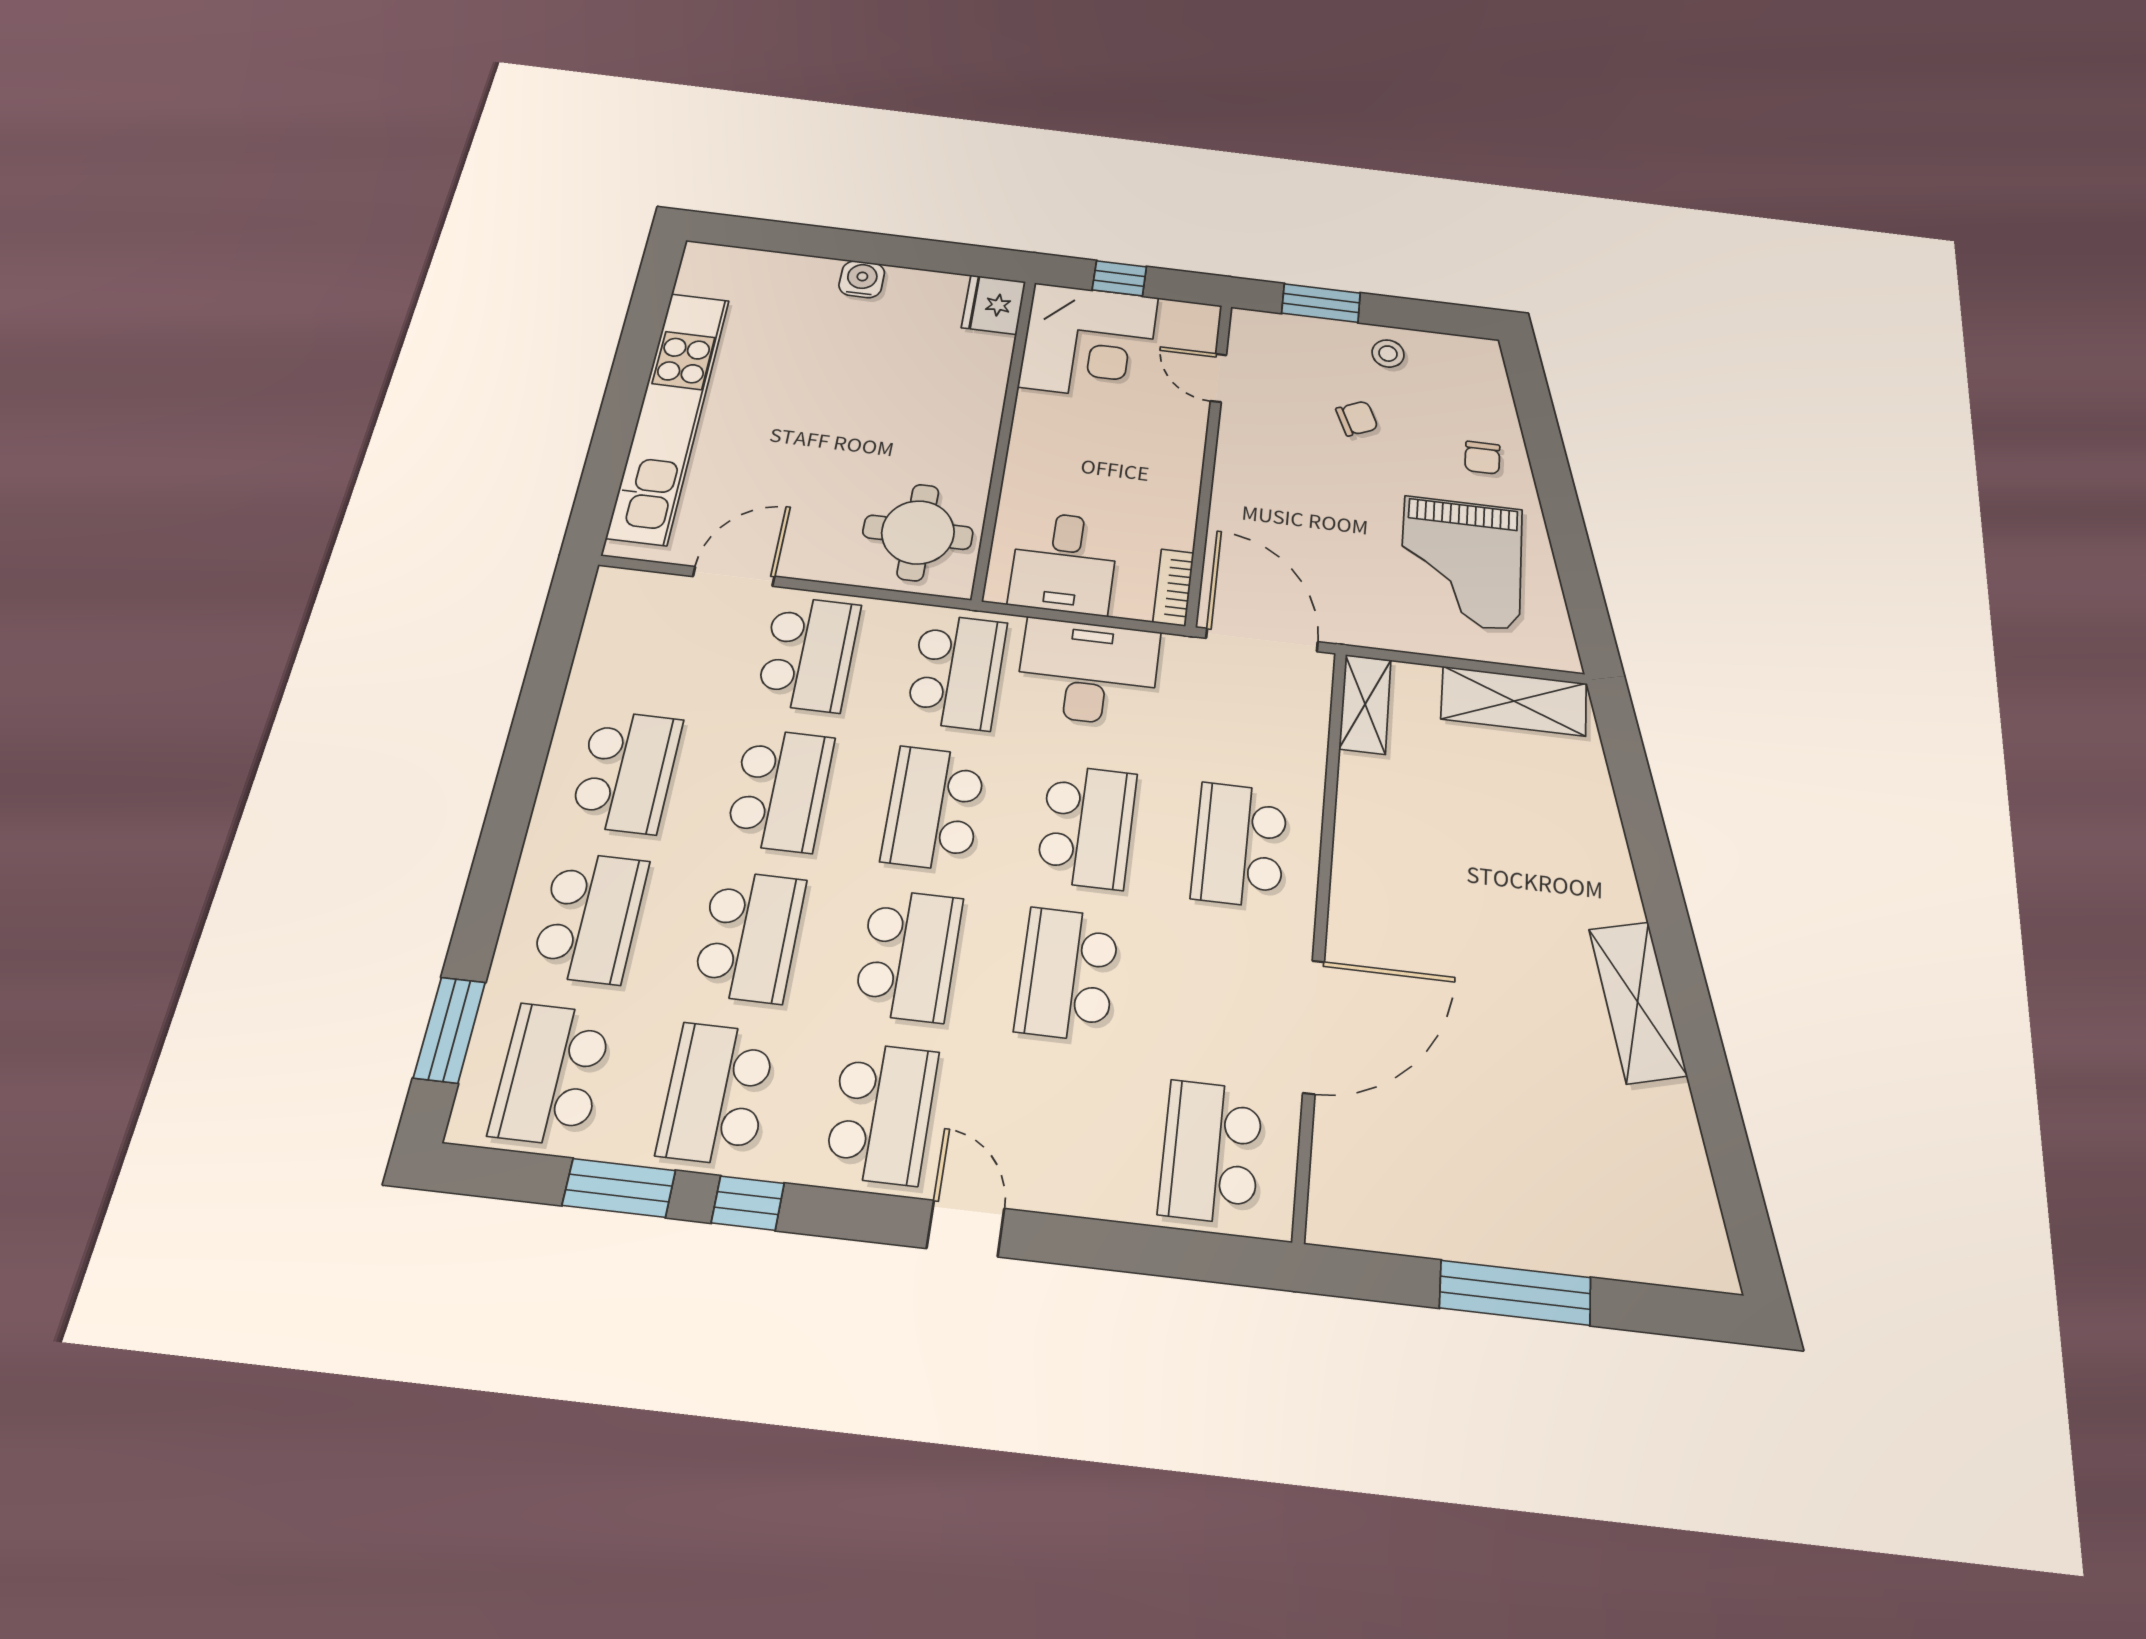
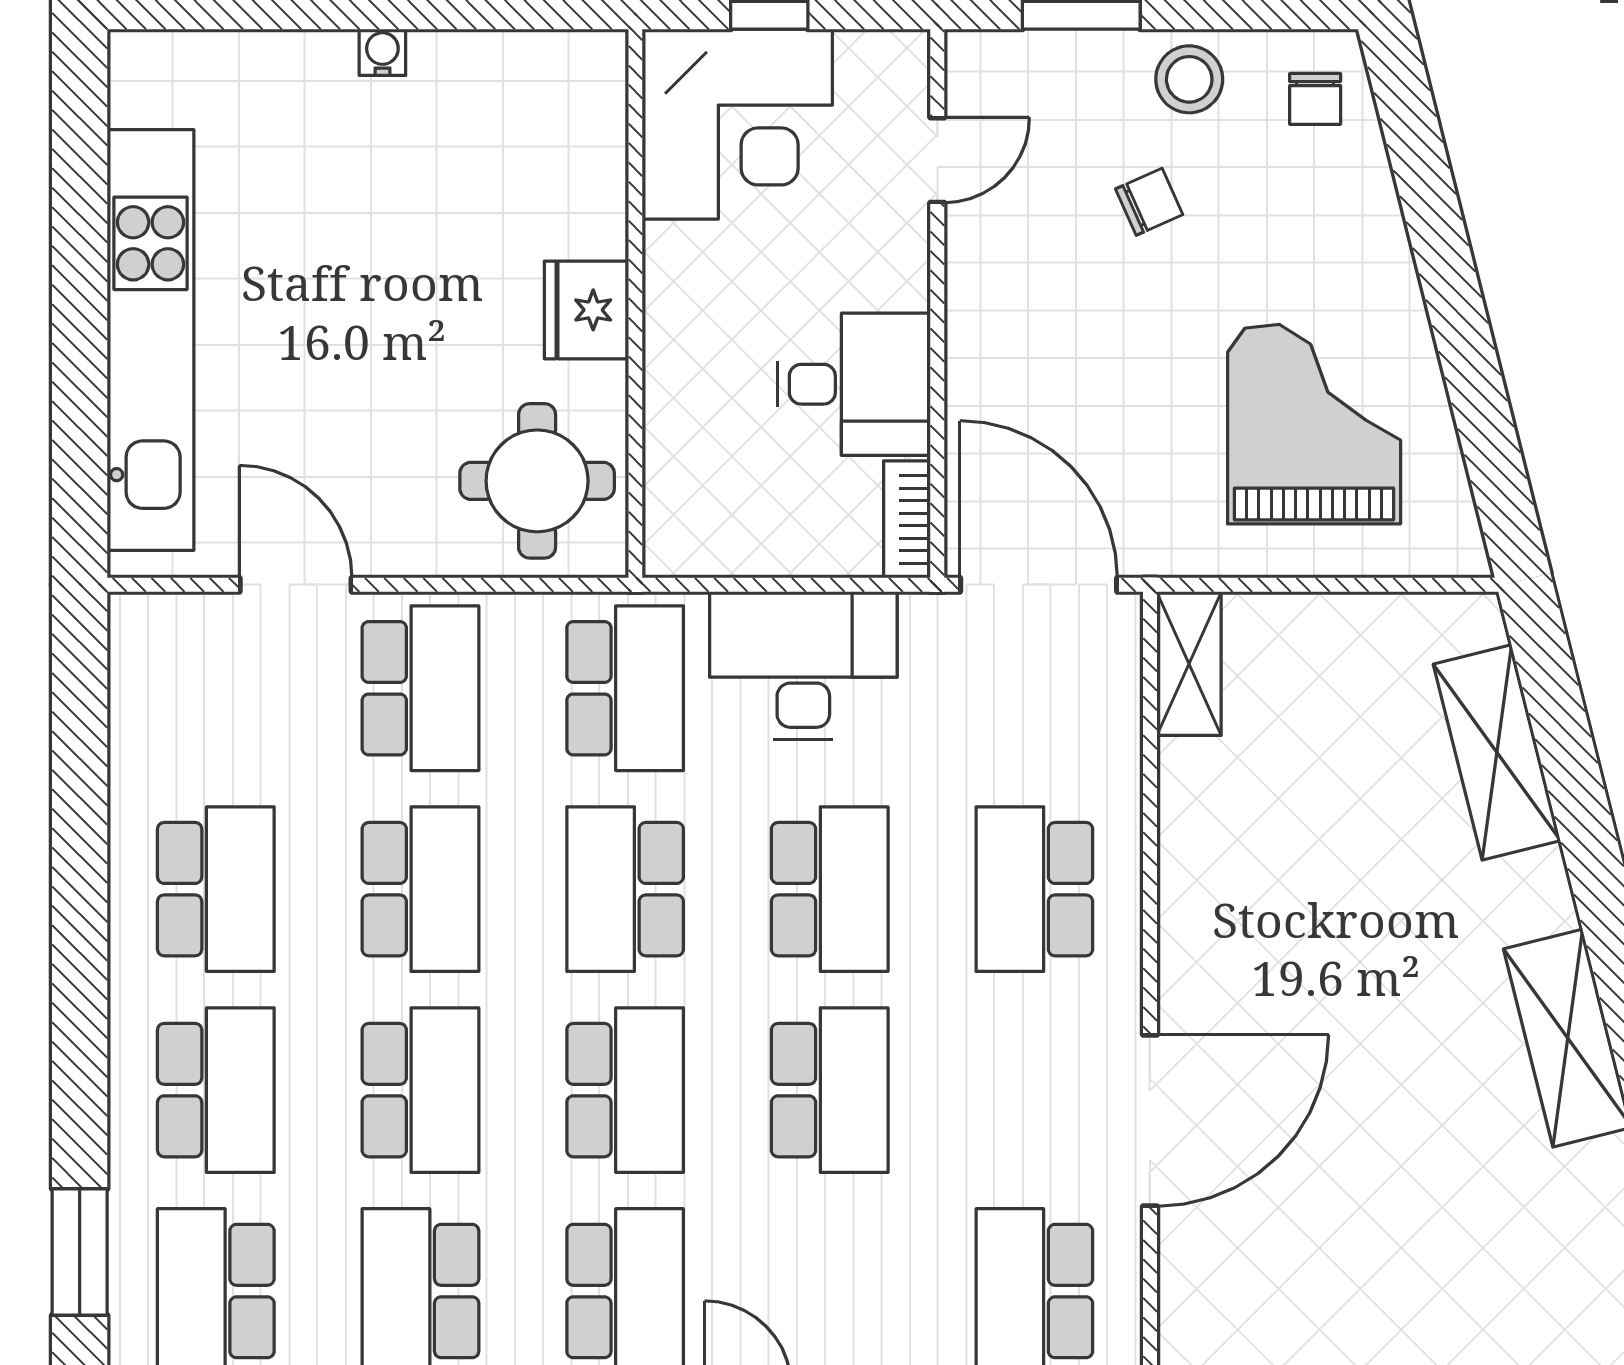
water cooler: (862, 279) -> (382, 52), width x0.72, depth x0.72
fridge: (994, 305) -> (586, 310), moved
stool: (1388, 354) -> (1189, 79), width x1.37, depth x1.37
door: (1218, 378) -> (937, 160), swing flipped
chair: (1482, 458) -> (1315, 99), moved
desk: (1064, 563) -> (854, 384), moved, turned -90
grand piano: (1461, 563) -> (1314, 424), turned 180
door: (734, 576) -> (296, 585), hinge flipped
shelving: (1514, 701) -> (1497, 752), moved, turned 76
school desk: (1067, 974) -> (830, 1090), turned 180

